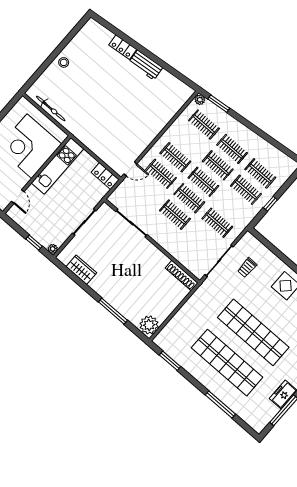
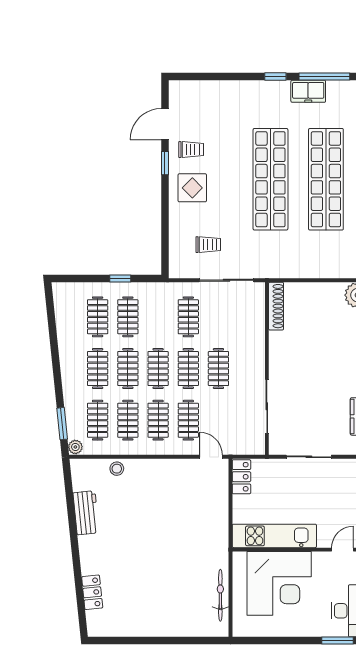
locker: (123, 47) -> (92, 592), moved
stool: (64, 62) -> (117, 469), moved
workbench: (146, 65) -> (86, 513), moved
clothes rail: (190, 141) -> (128, 420), added

